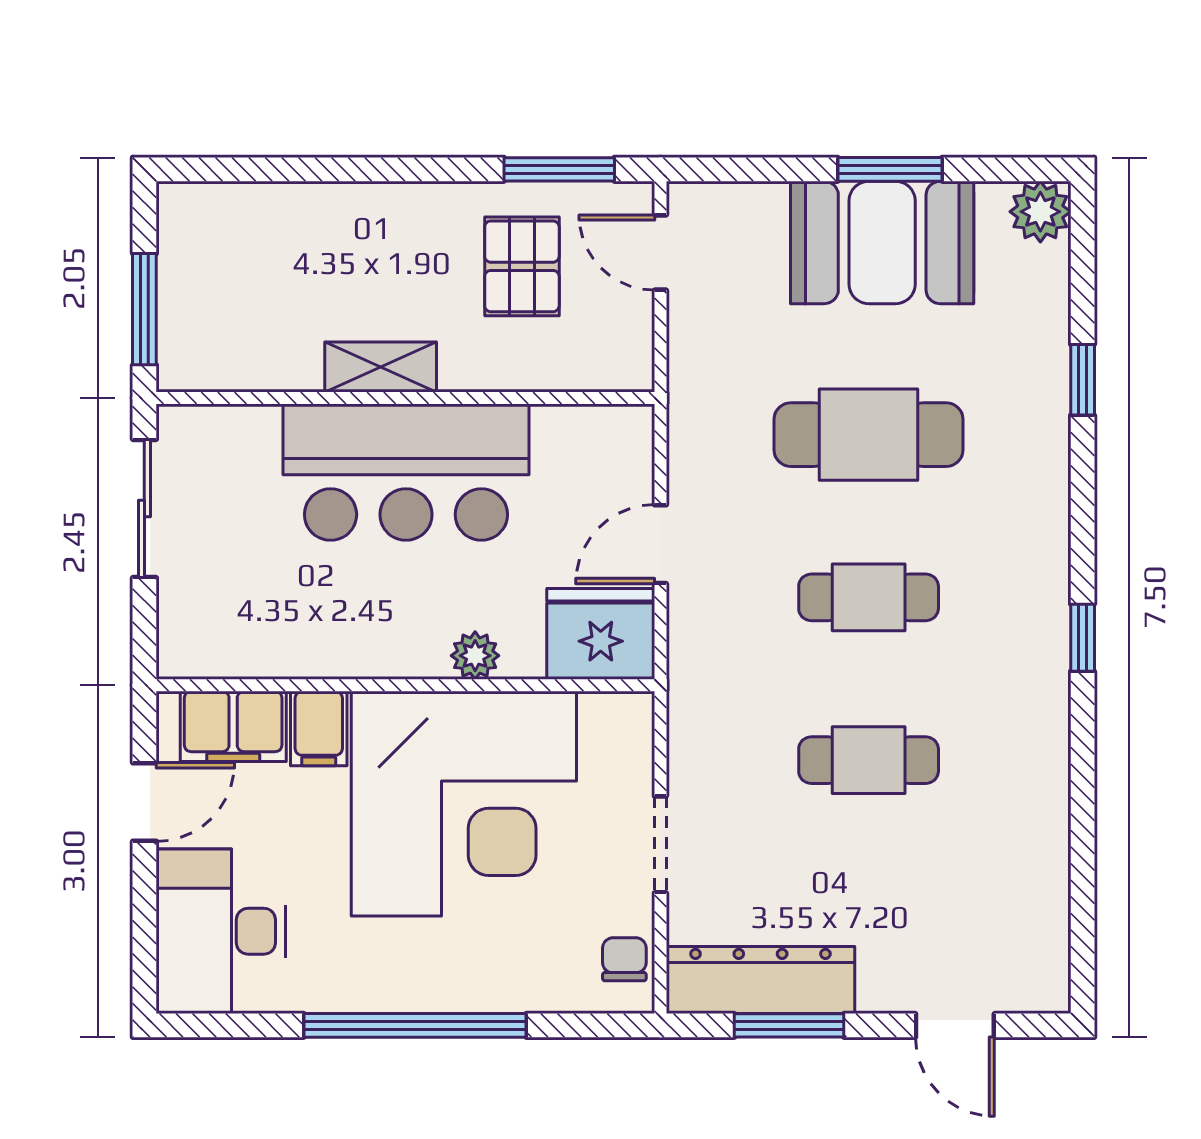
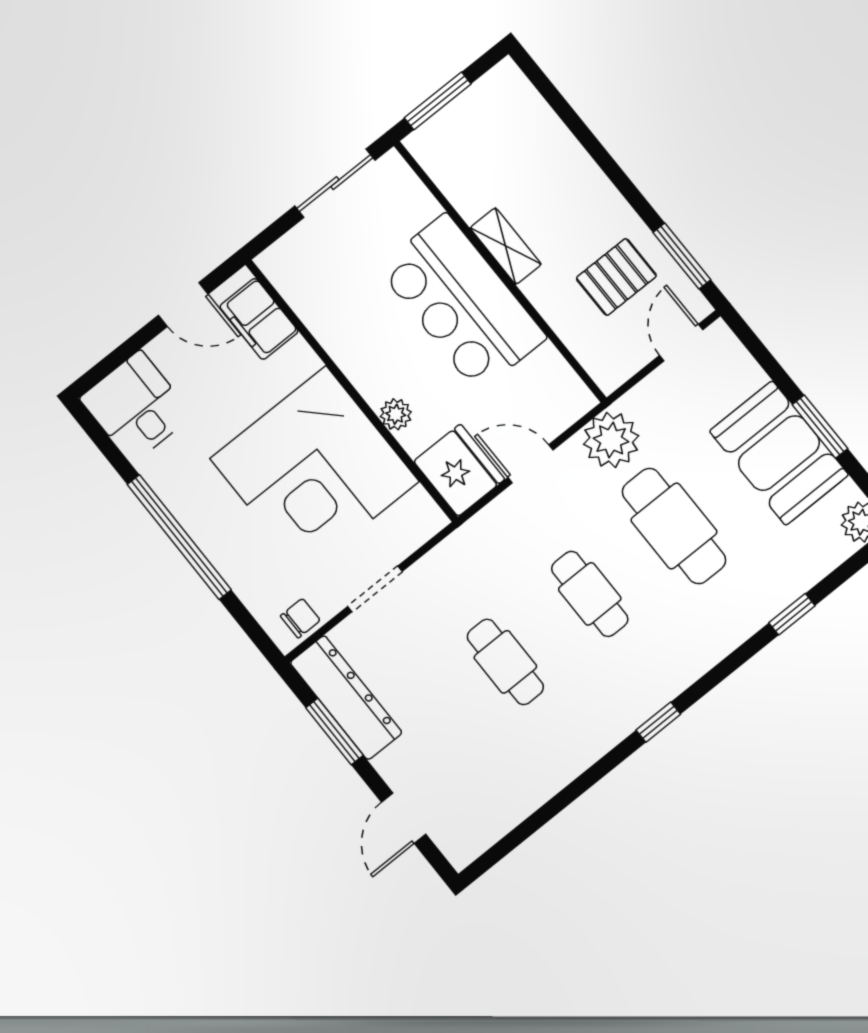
plant: (709, 427) -> (611, 440), added
filing cabinet: (319, 729) -> (293, 364), removed
desk: (221, 931) -> (136, 407), width x0.73

